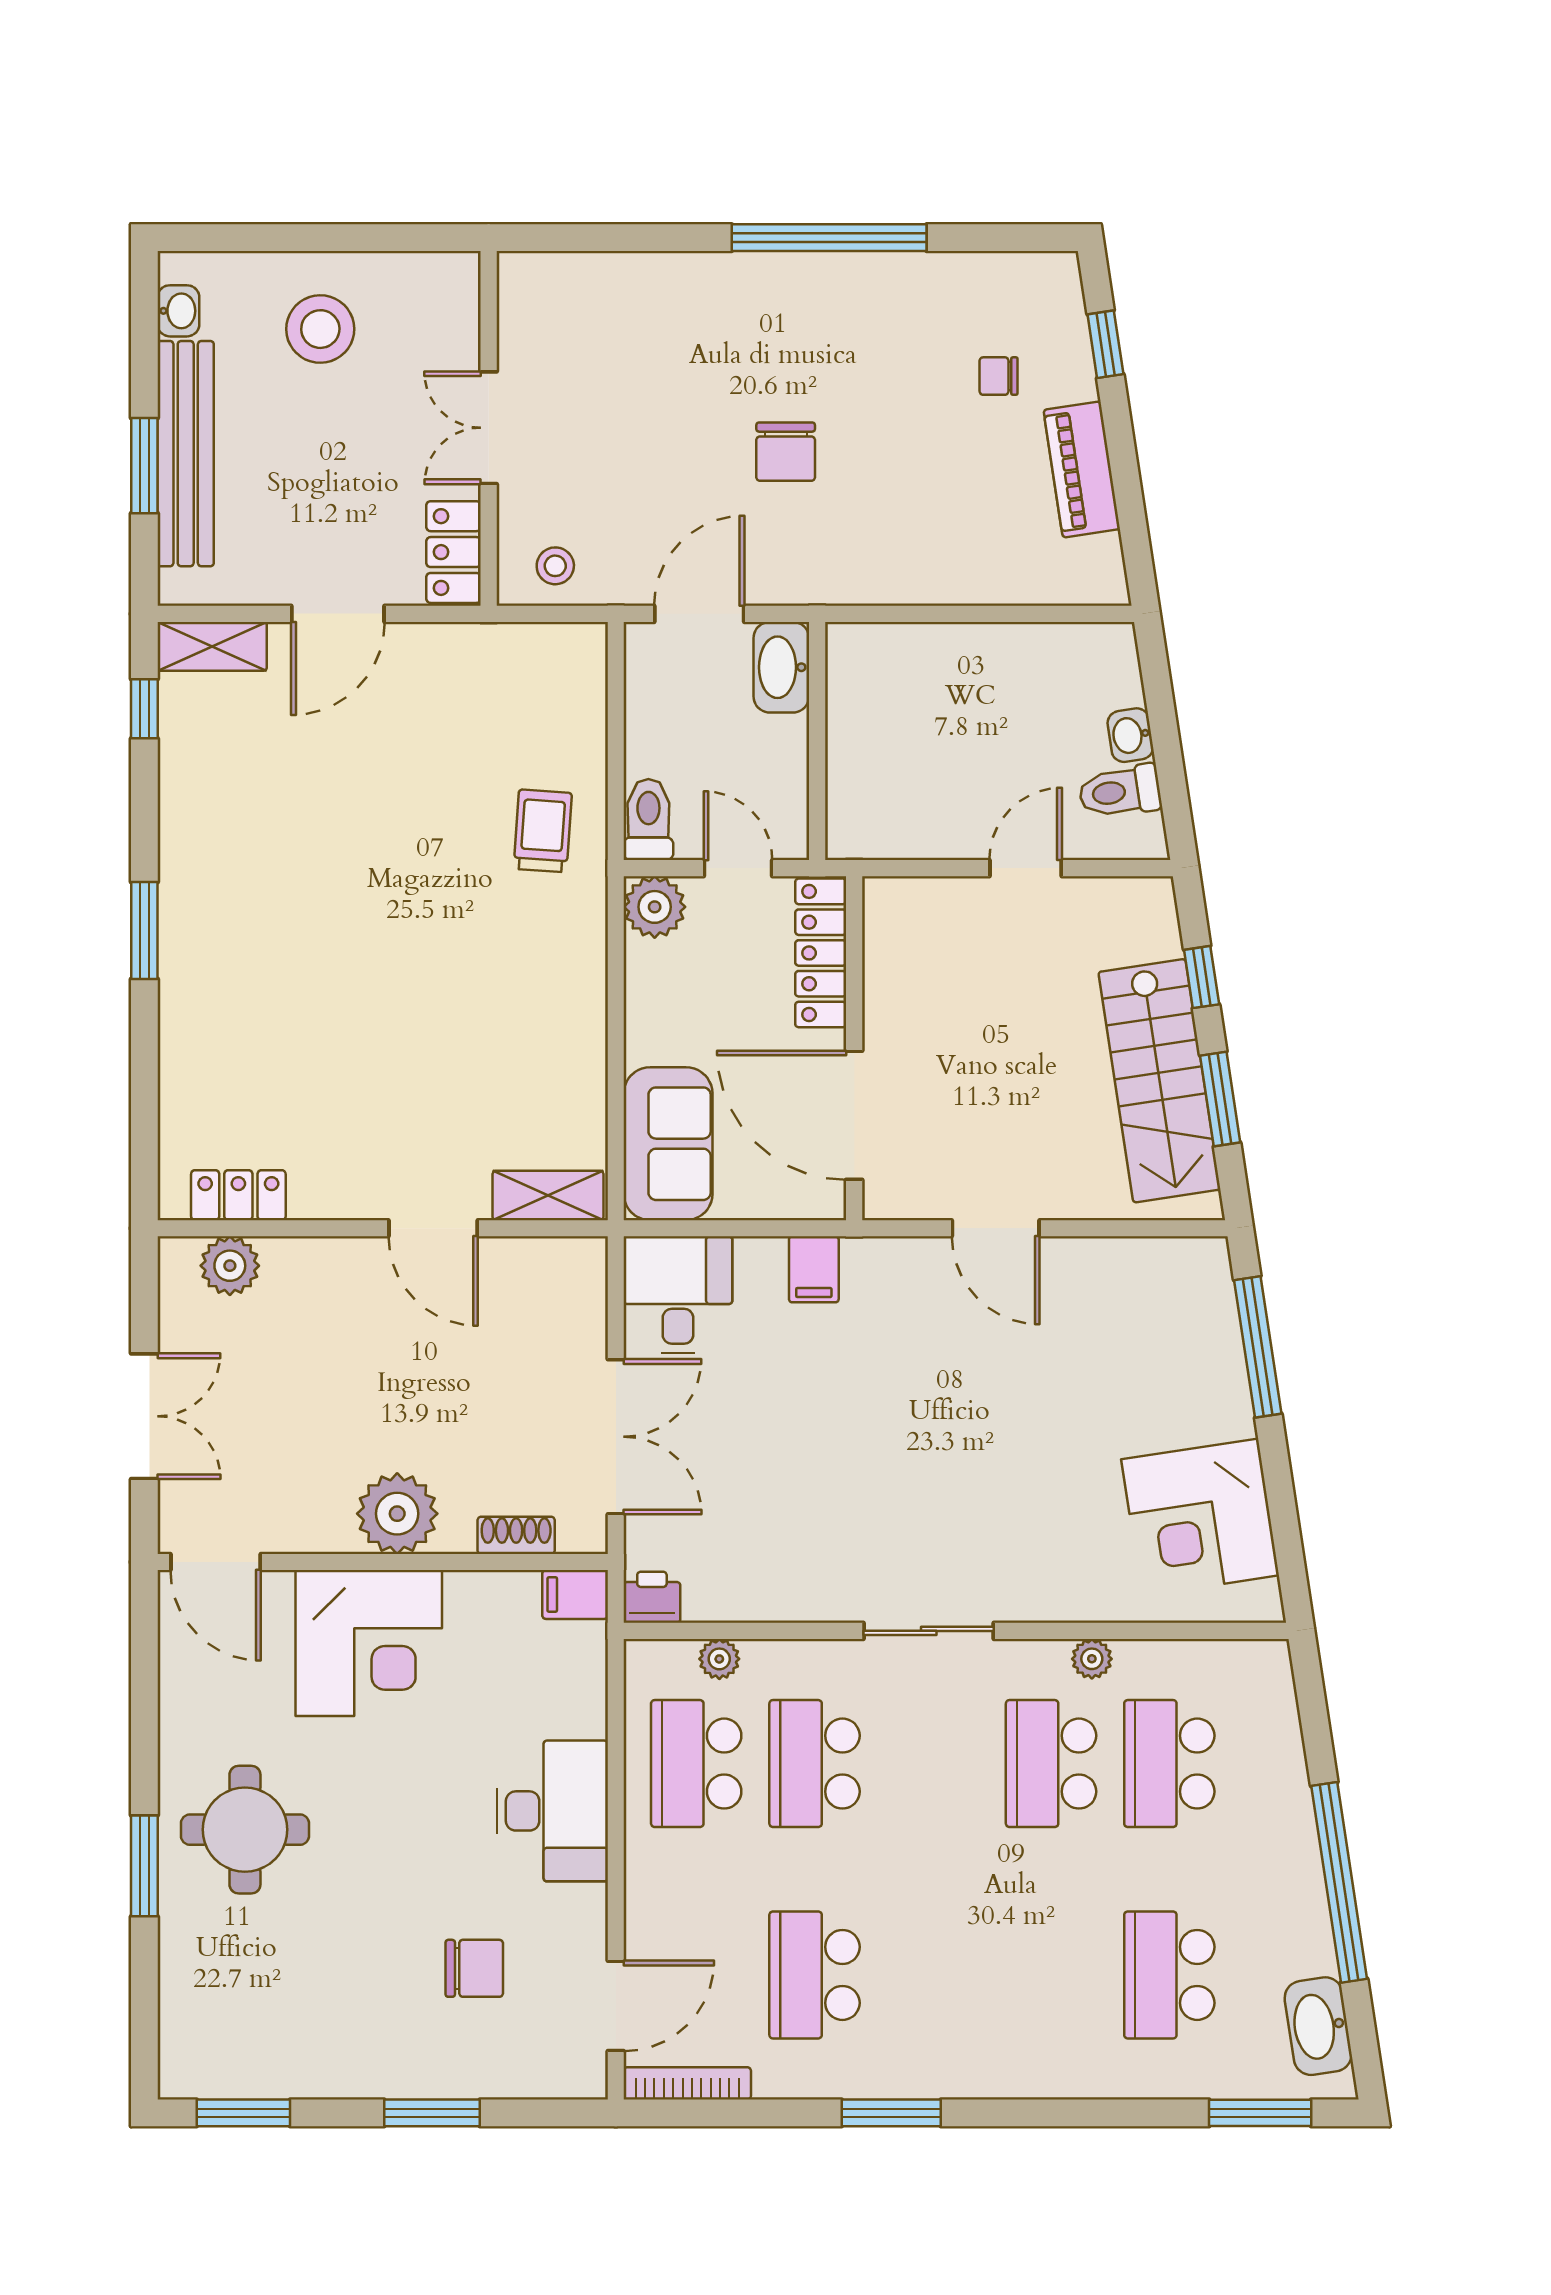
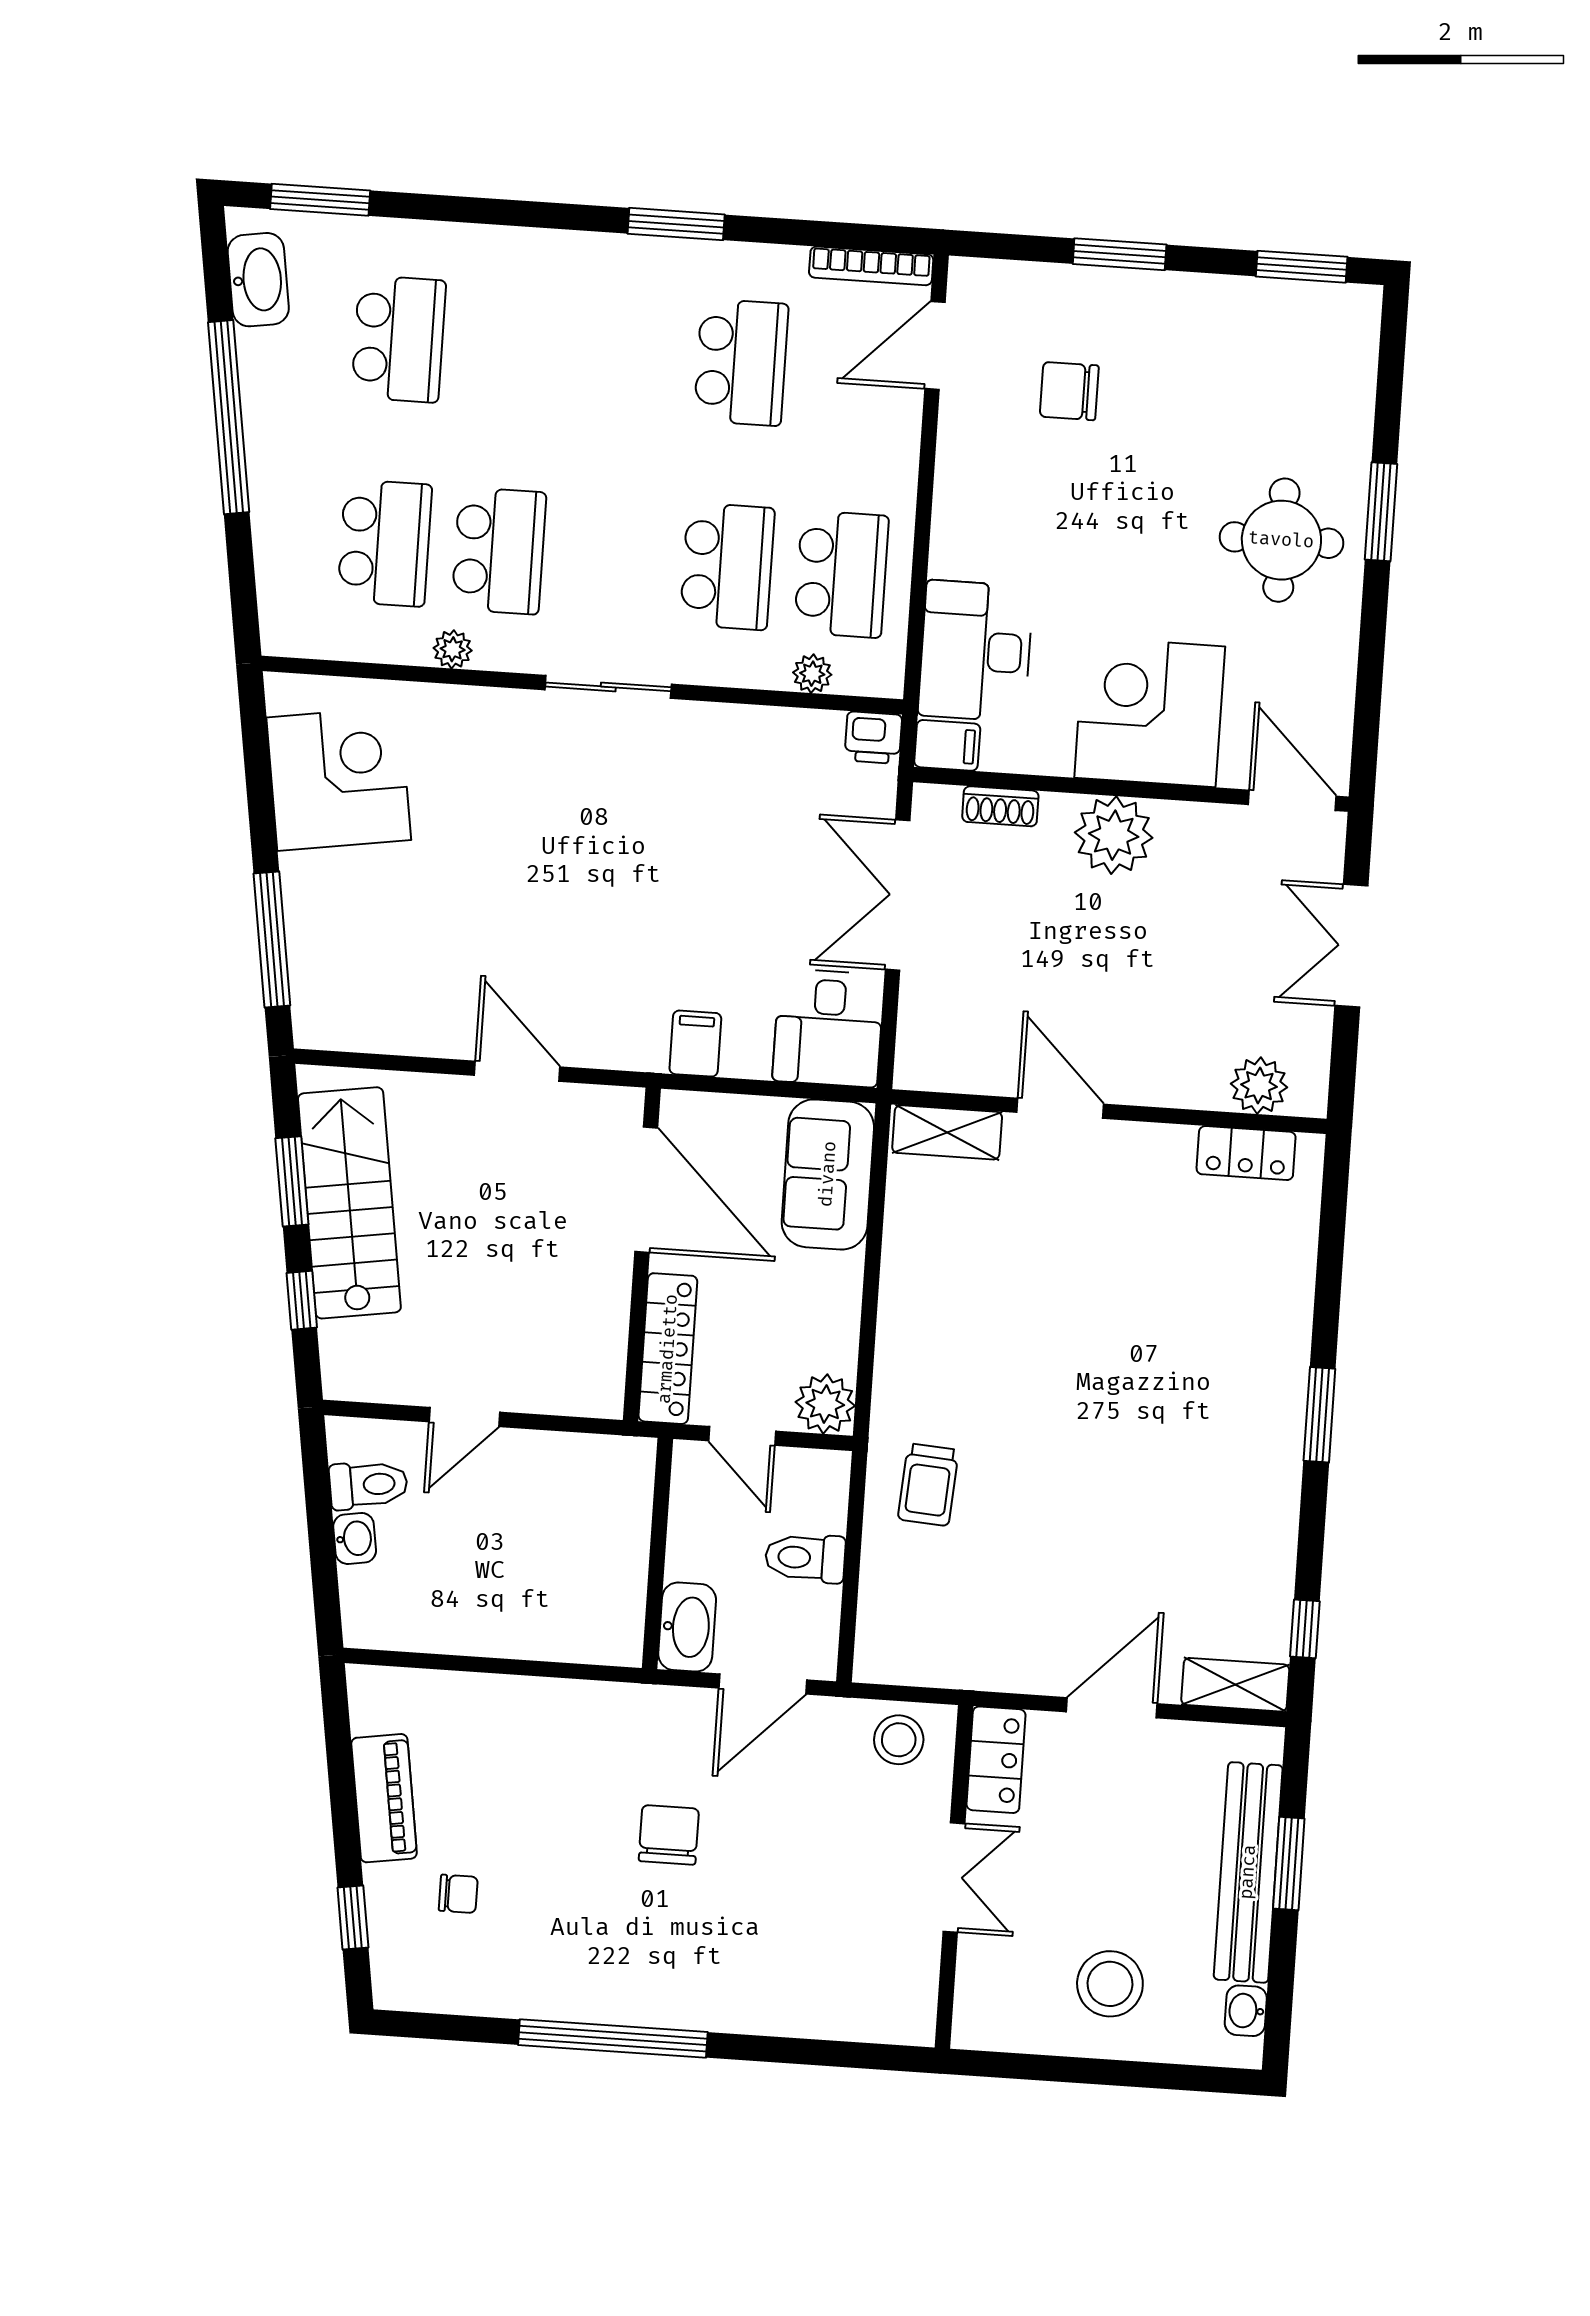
stool: (555, 566) -> (899, 1740), width x1.37, depth x1.37
toilet: (648, 819) -> (805, 1558), moved, turned 90
desk: (552, 1811) -> (976, 651), moved

